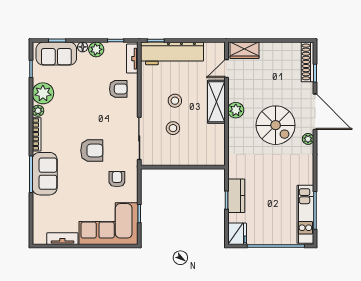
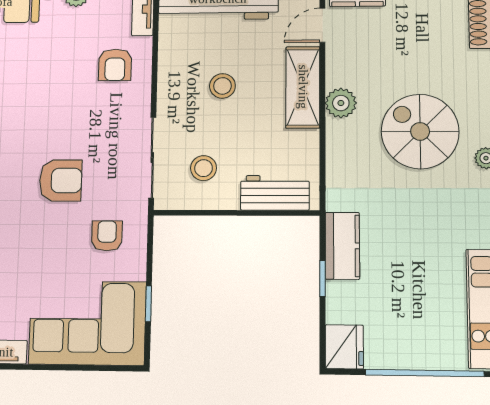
armchair: (118, 89) -> (115, 65), turned 90
spiral stairs: (276, 125) -> (420, 131), turned 180
stool: (173, 128) -> (204, 168), moved
workbench: (202, 157) -> (275, 193), added
kitchen counter: (236, 196) -> (342, 246), moved

